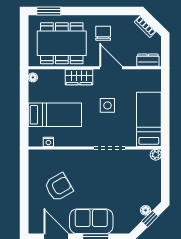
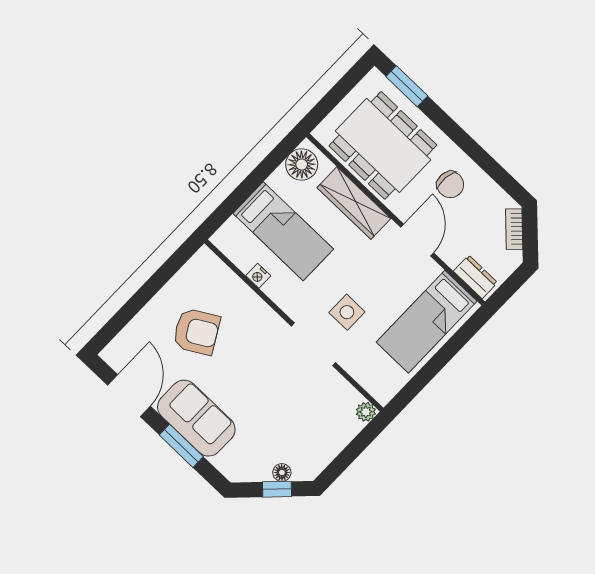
chair: (103, 33) -> (450, 185), turned 95
floor lamp: (33, 77) -> (302, 164), width x1.89, depth x1.89
wardrobe: (79, 77) -> (354, 203), width x1.50
side table: (107, 105) -> (347, 312), moved
bed: (149, 119) -> (427, 322), moved, turned 180
nightstand: (48, 142) -> (258, 276), moved

